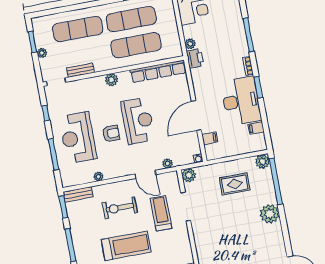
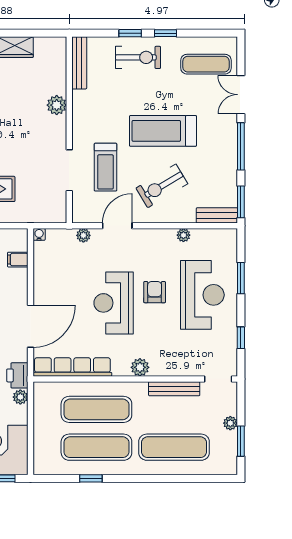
bench: (80, 70) -> (174, 389), width x1.36
door: (196, 116) -> (30, 326), moved
armchair: (111, 133) -> (155, 292), turned 90
window: (53, 154) -> (241, 278), width x0.69
door: (145, 174) -> (117, 226), hinge flipped
plant: (189, 175) -> (57, 105), moved
exercise bike: (120, 208) -> (162, 186), turned 149

